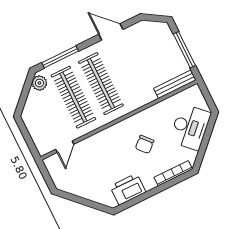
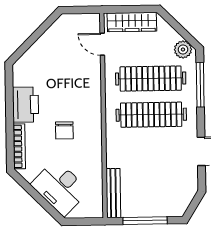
wardrobe: (37, 132) -> (132, 22), added
chair: (145, 144) -> (64, 130), turned -138
printer: (128, 189) -> (26, 105), moved

